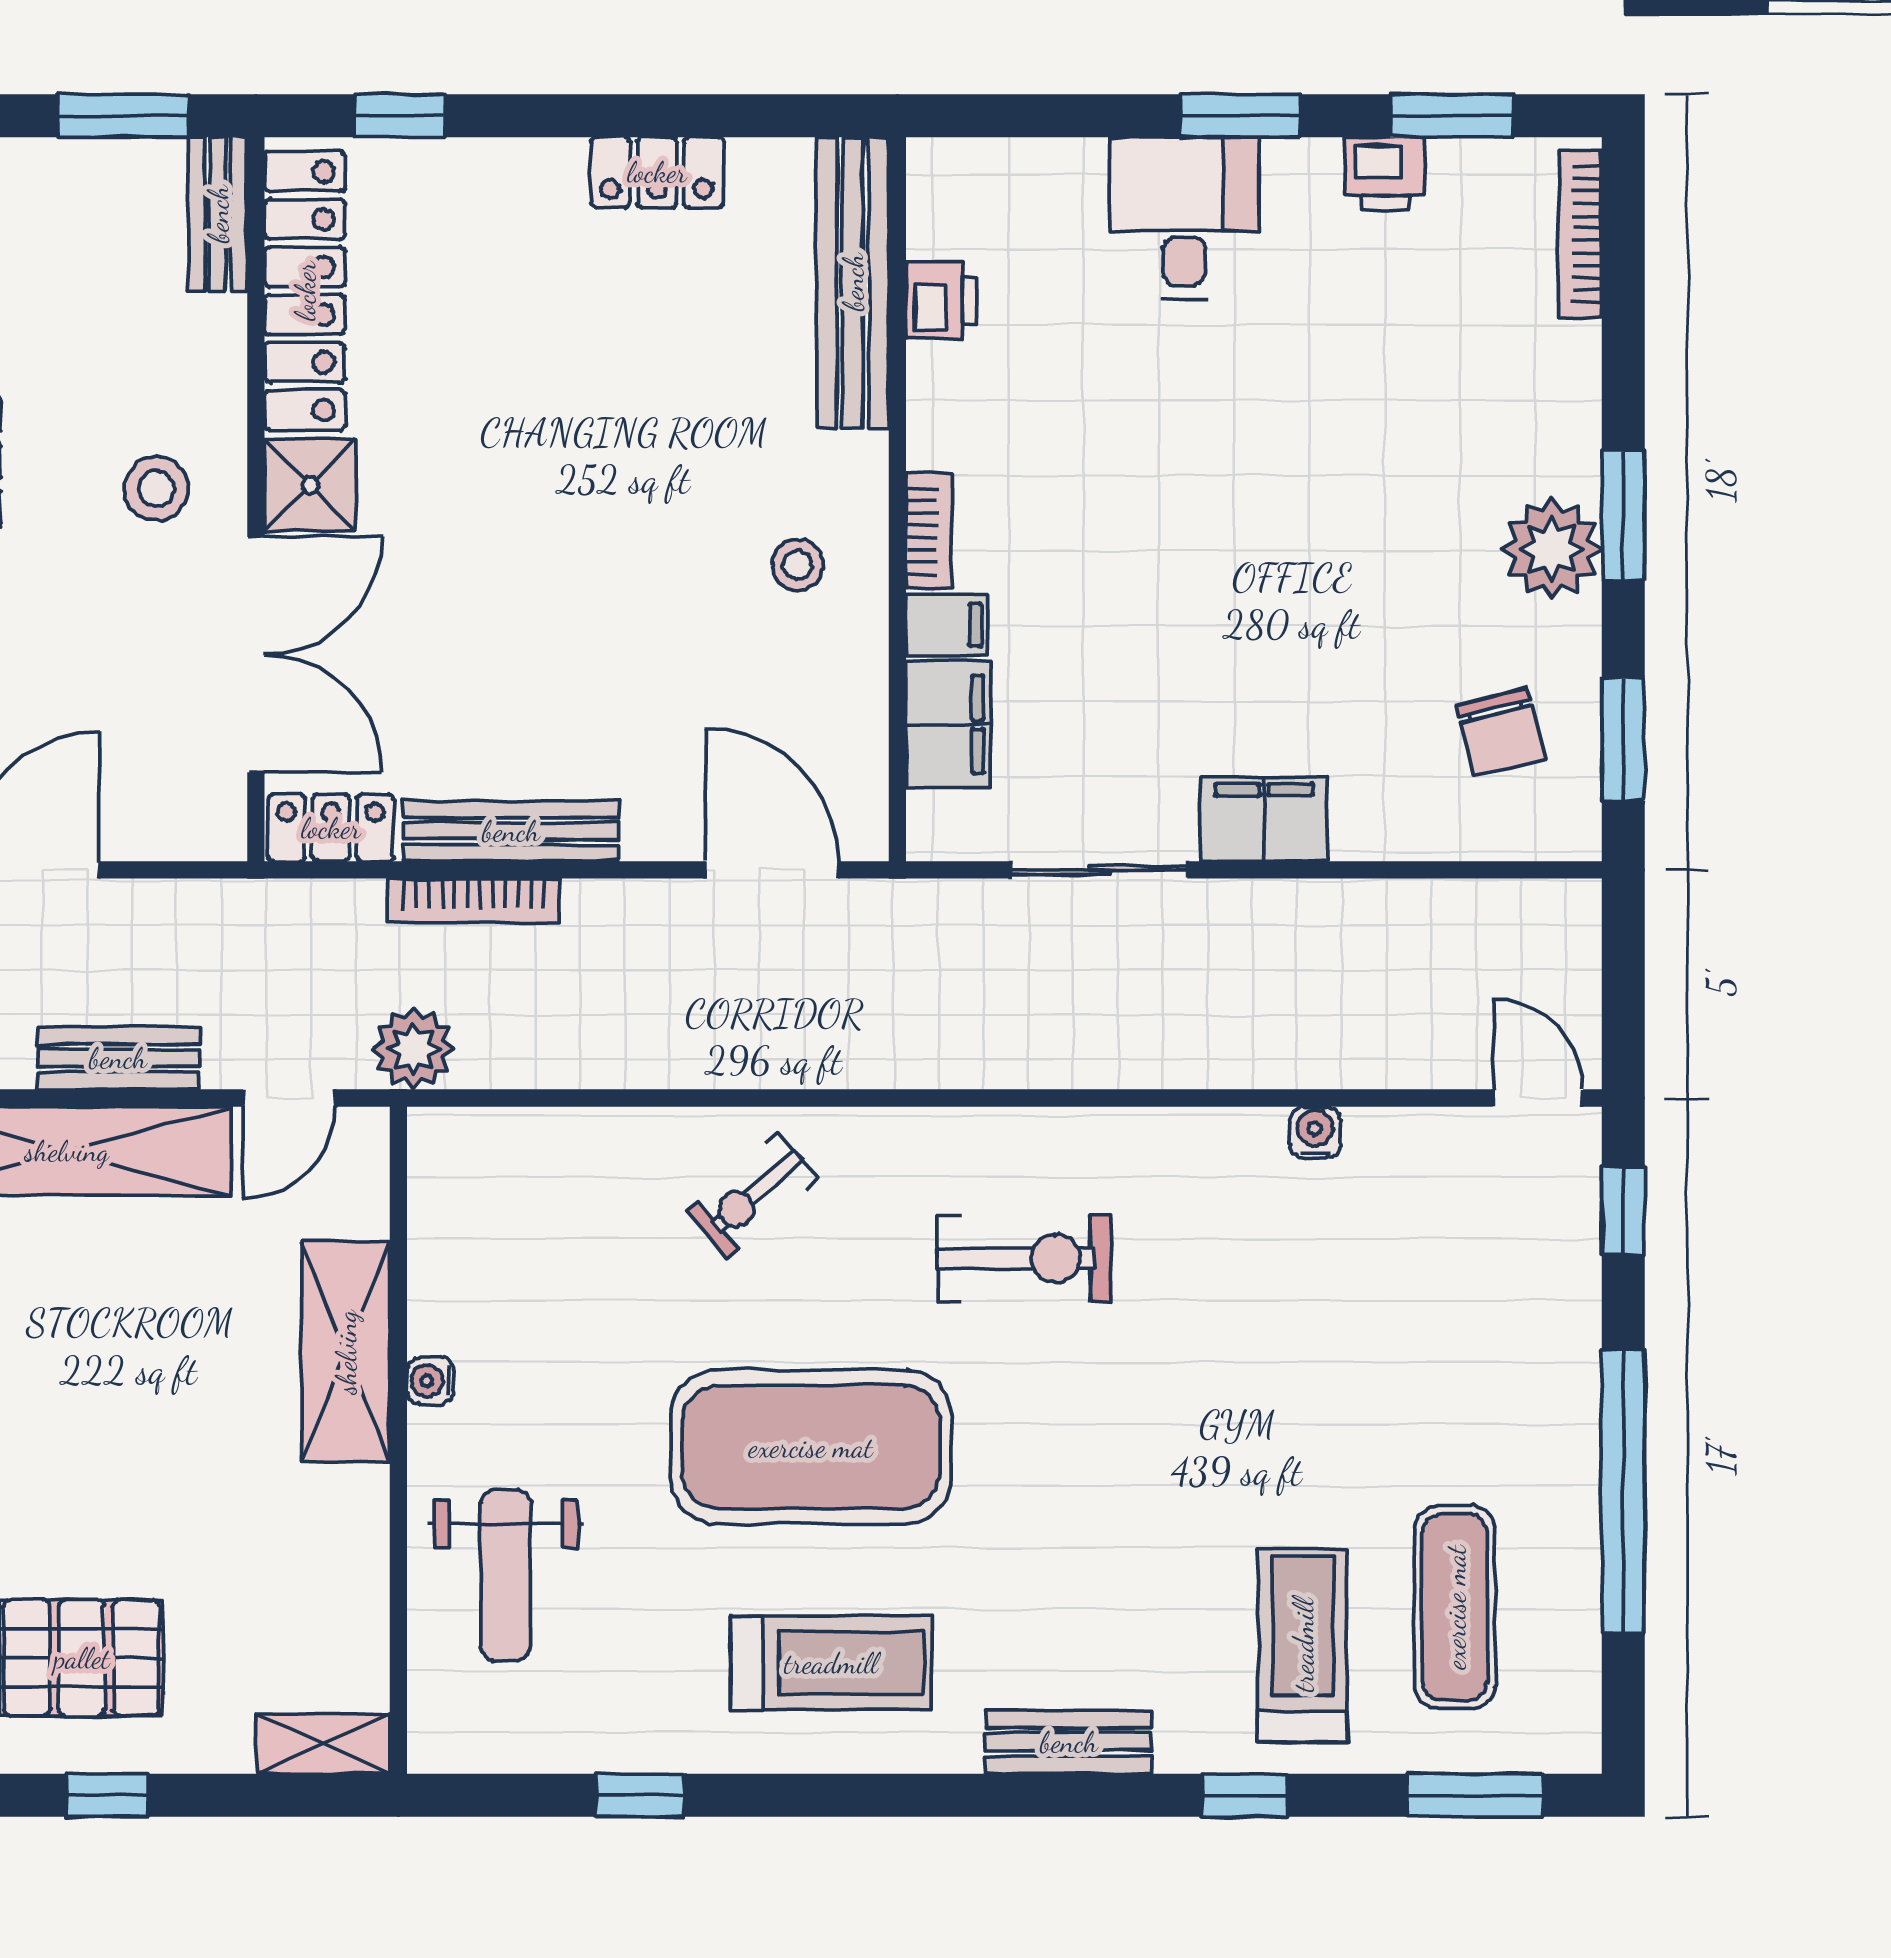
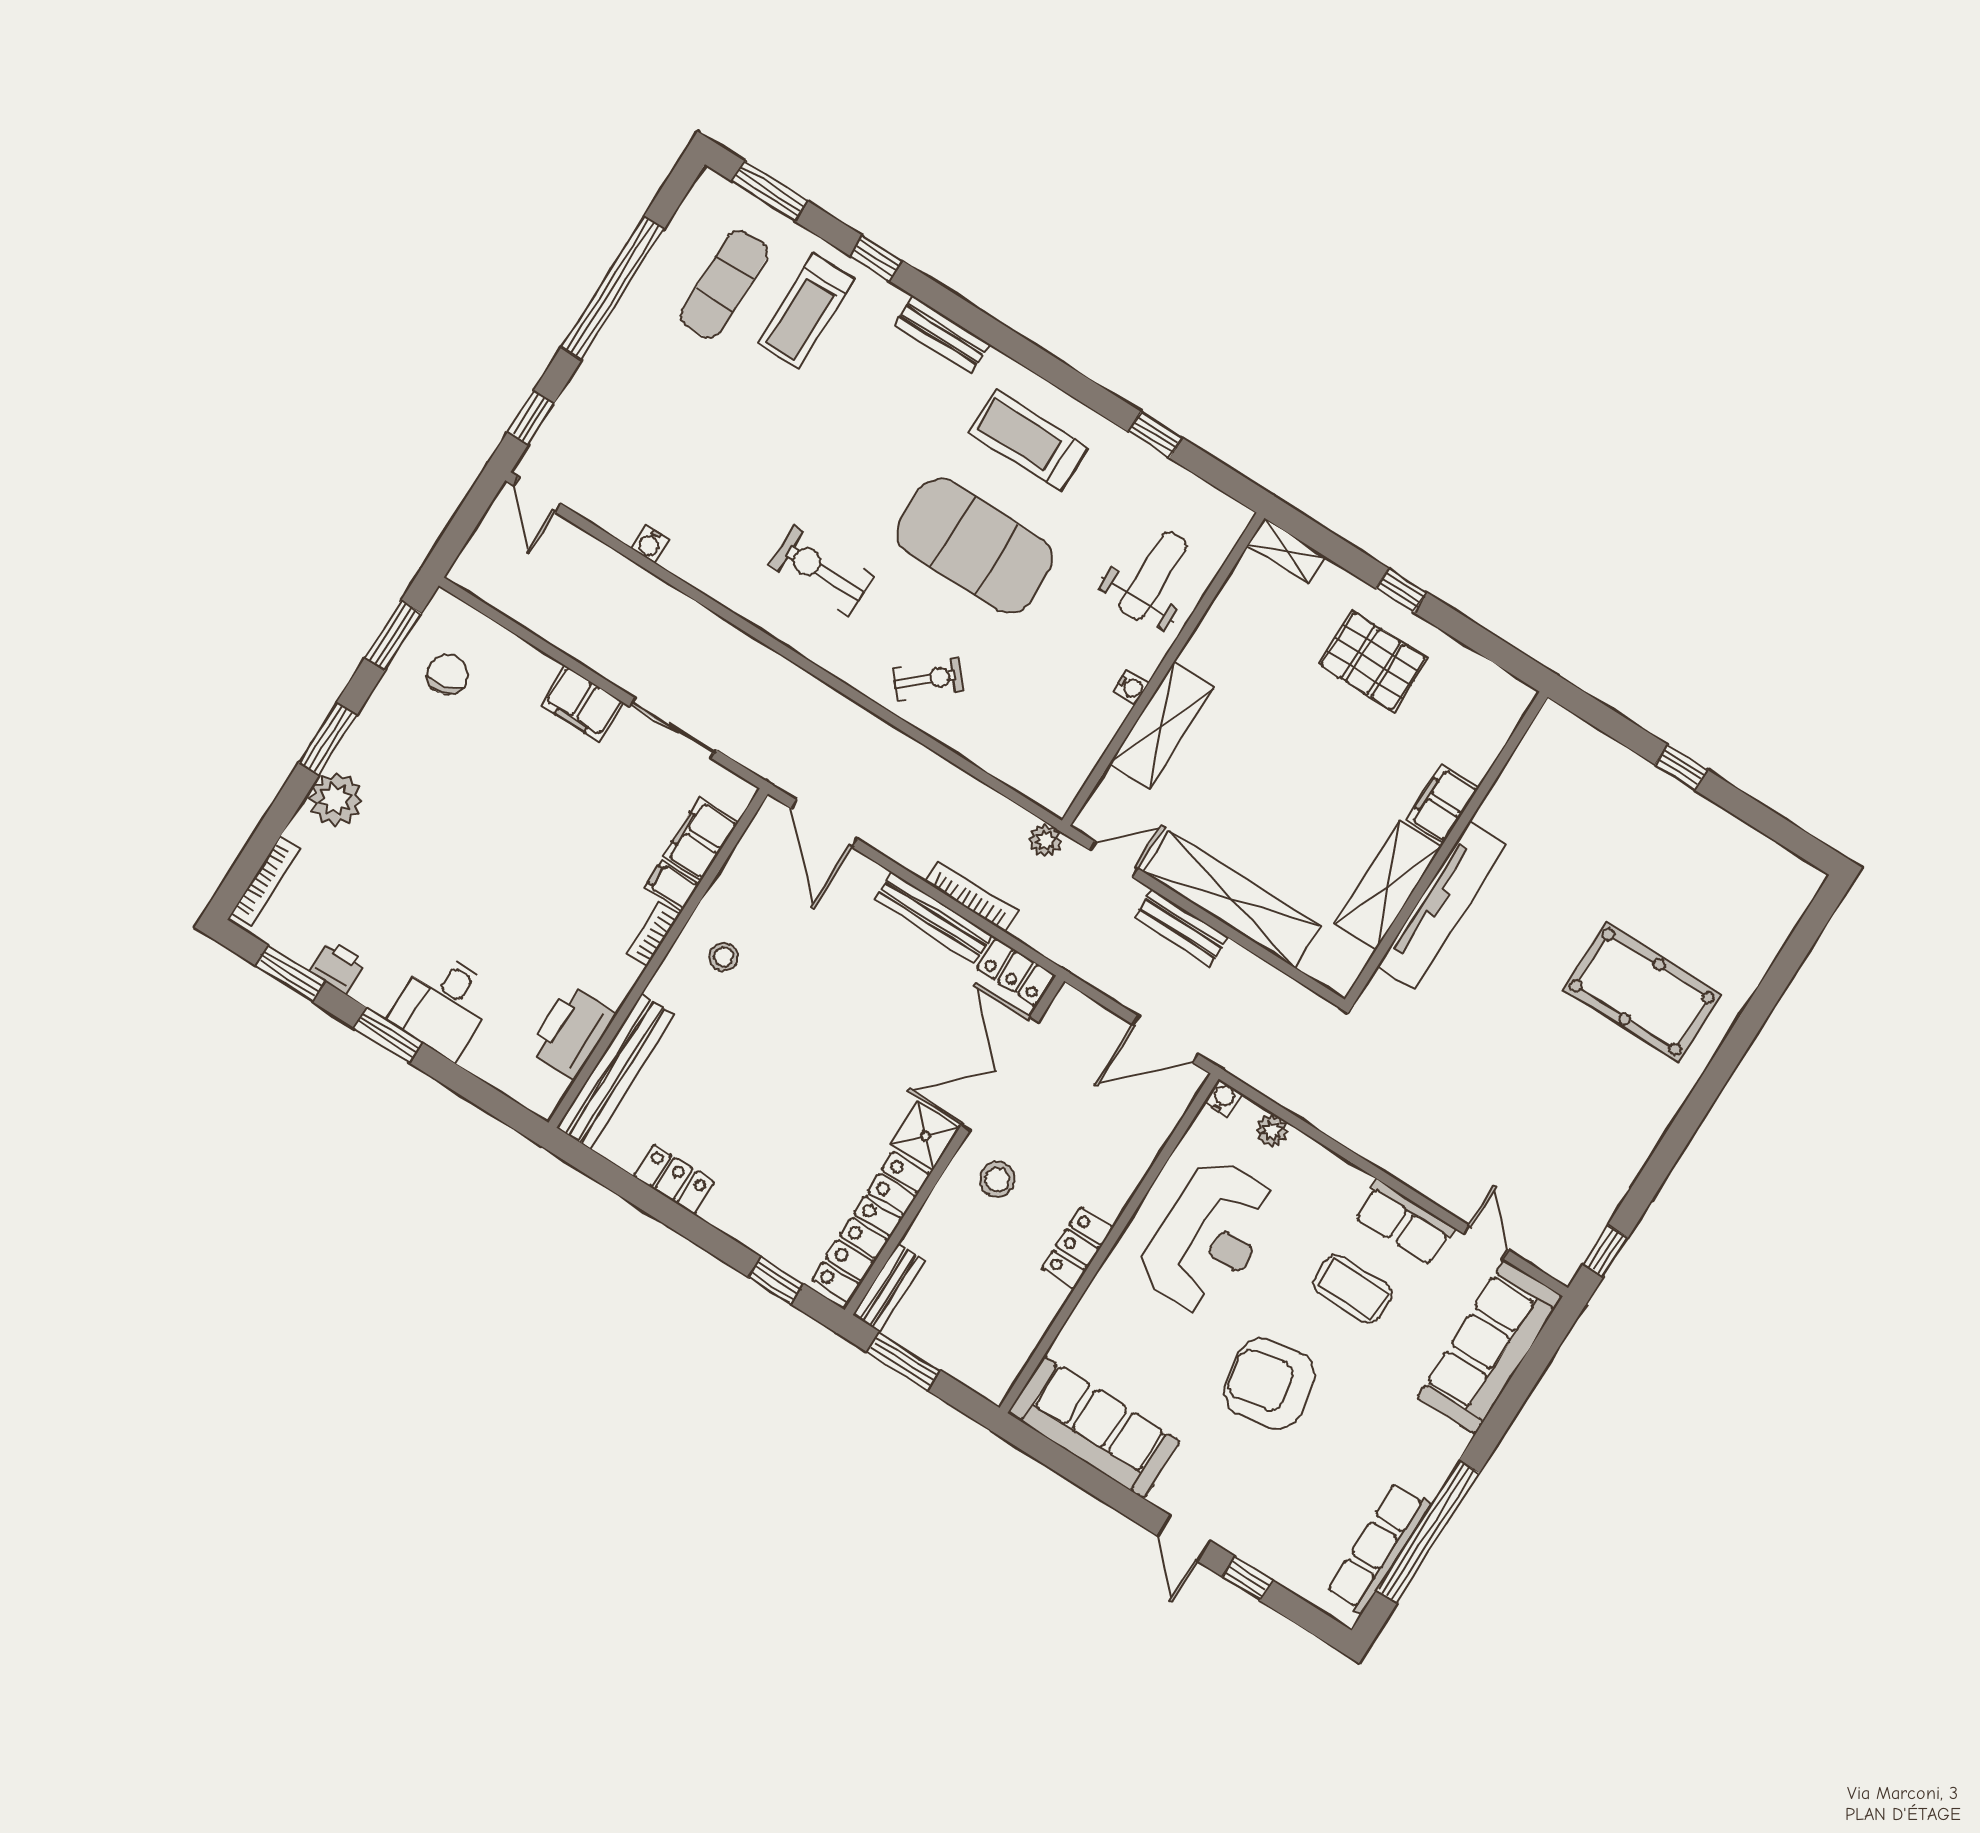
printer: (941, 301) -> (572, 1032), width x1.87, depth x1.48
plant: (1552, 549) -> (336, 799), moved
plant: (413, 1049) -> (1045, 841), width x0.73, depth x0.73

